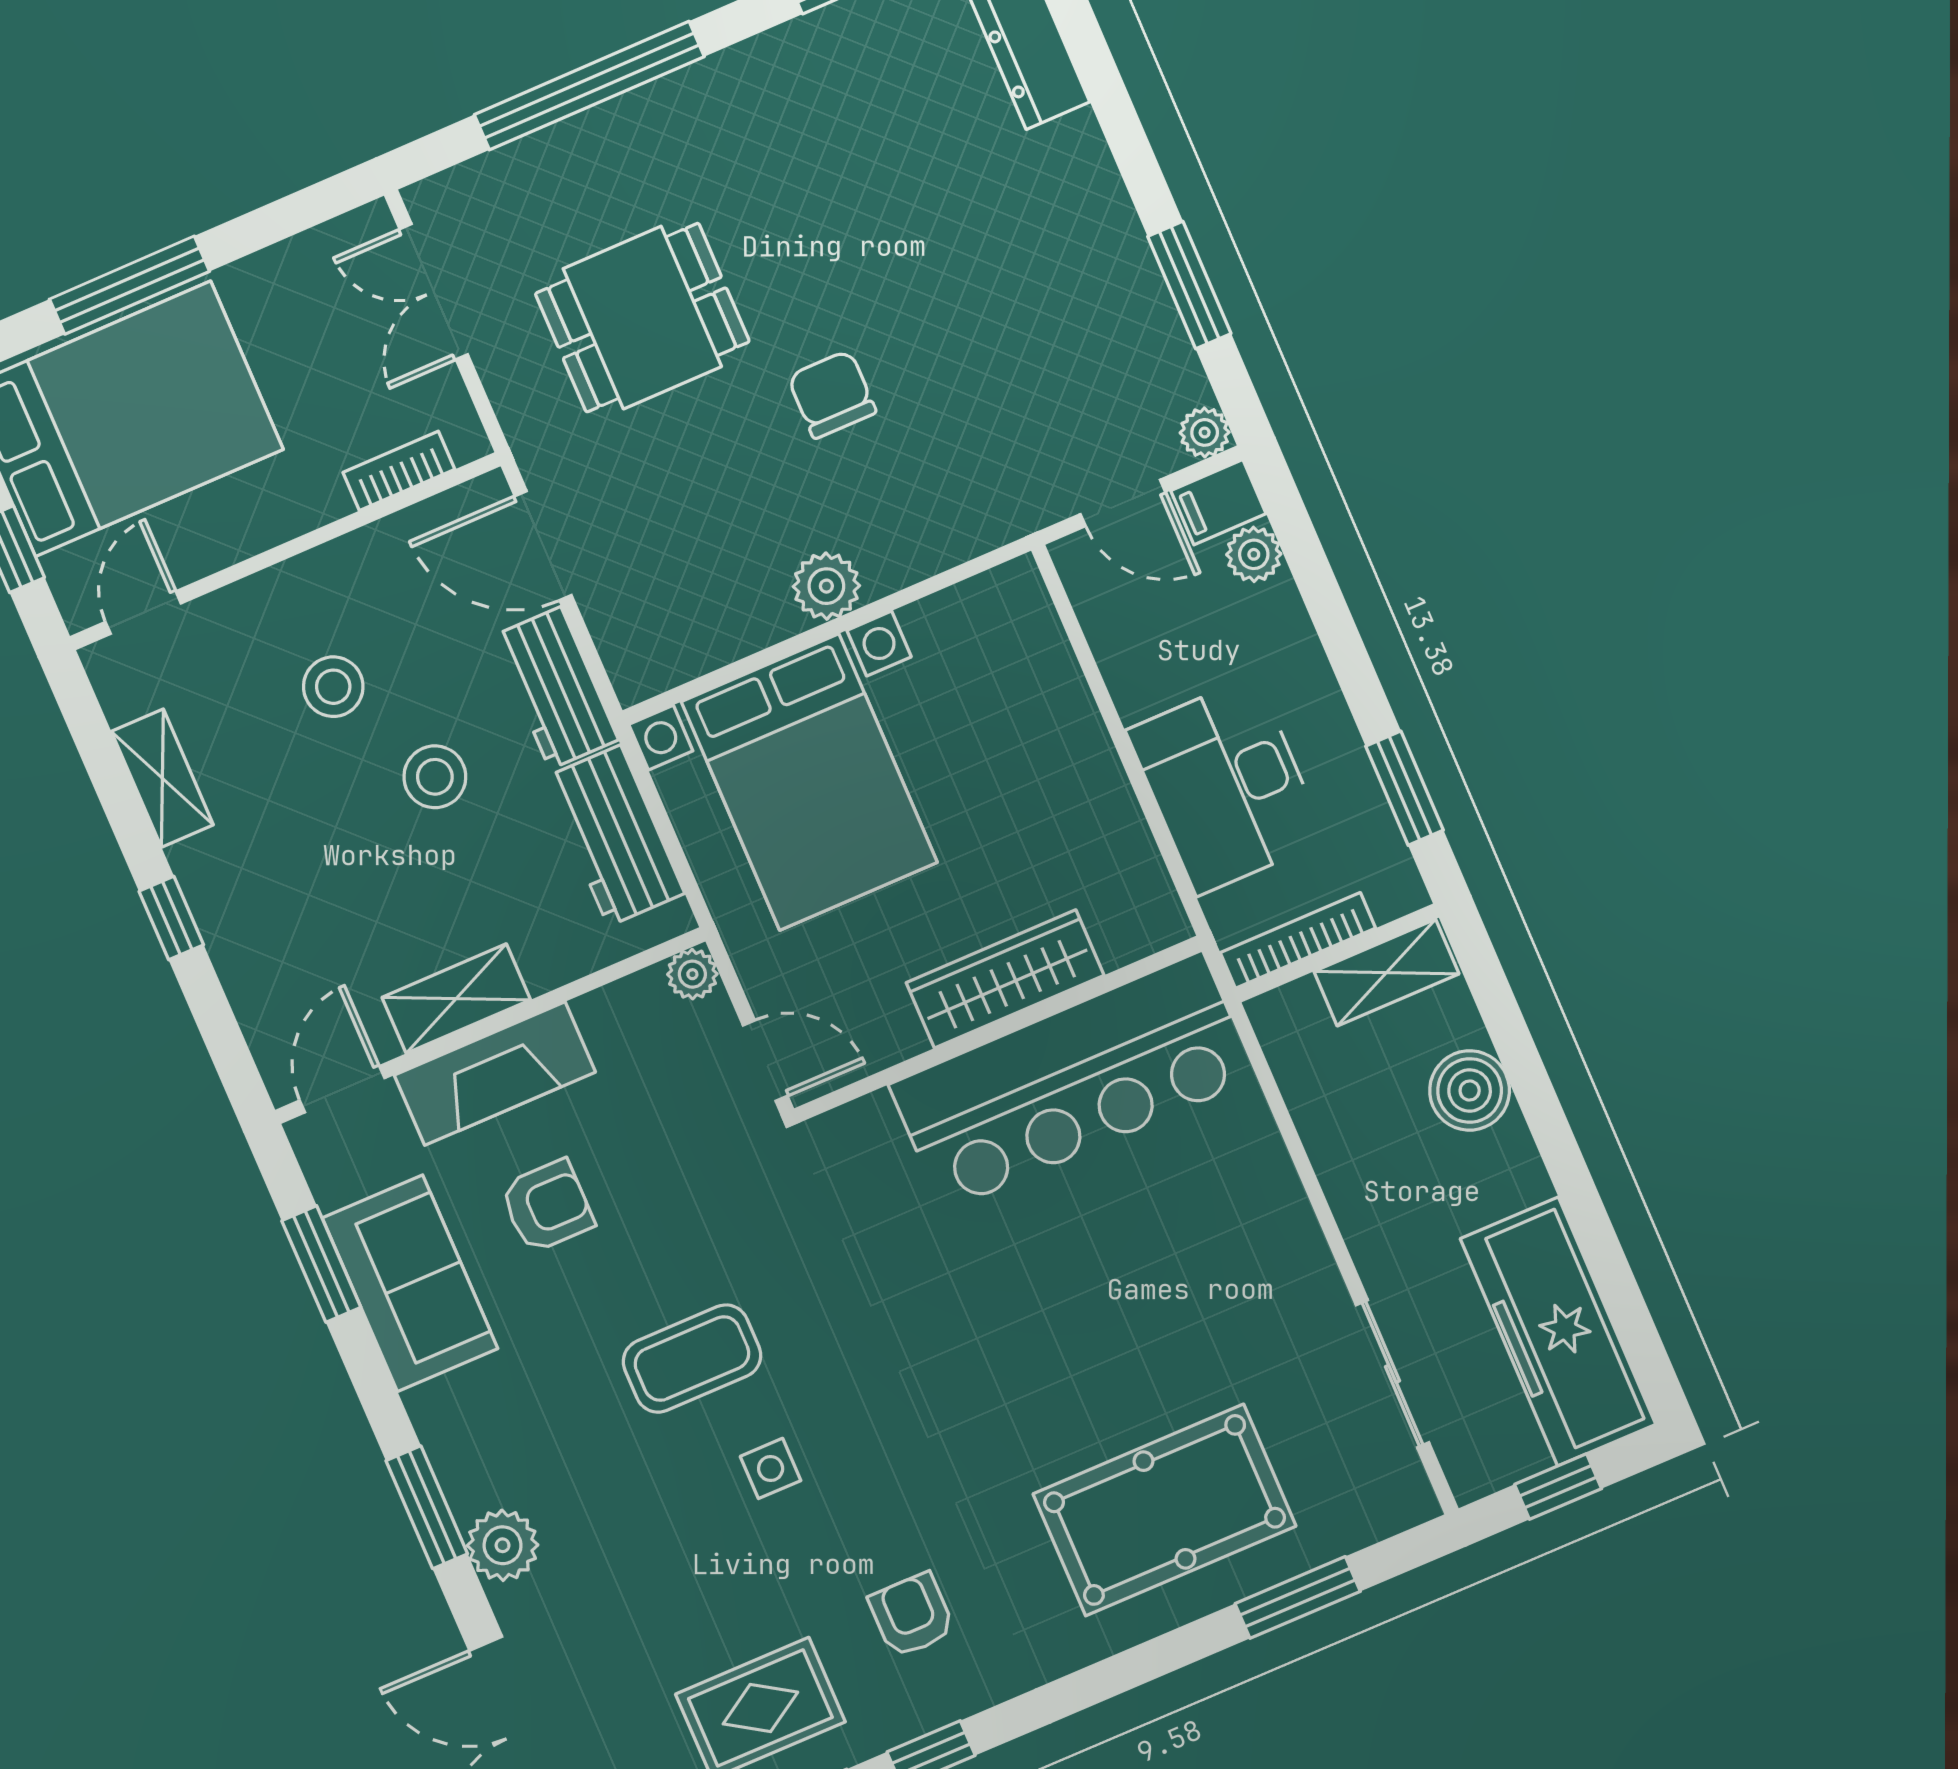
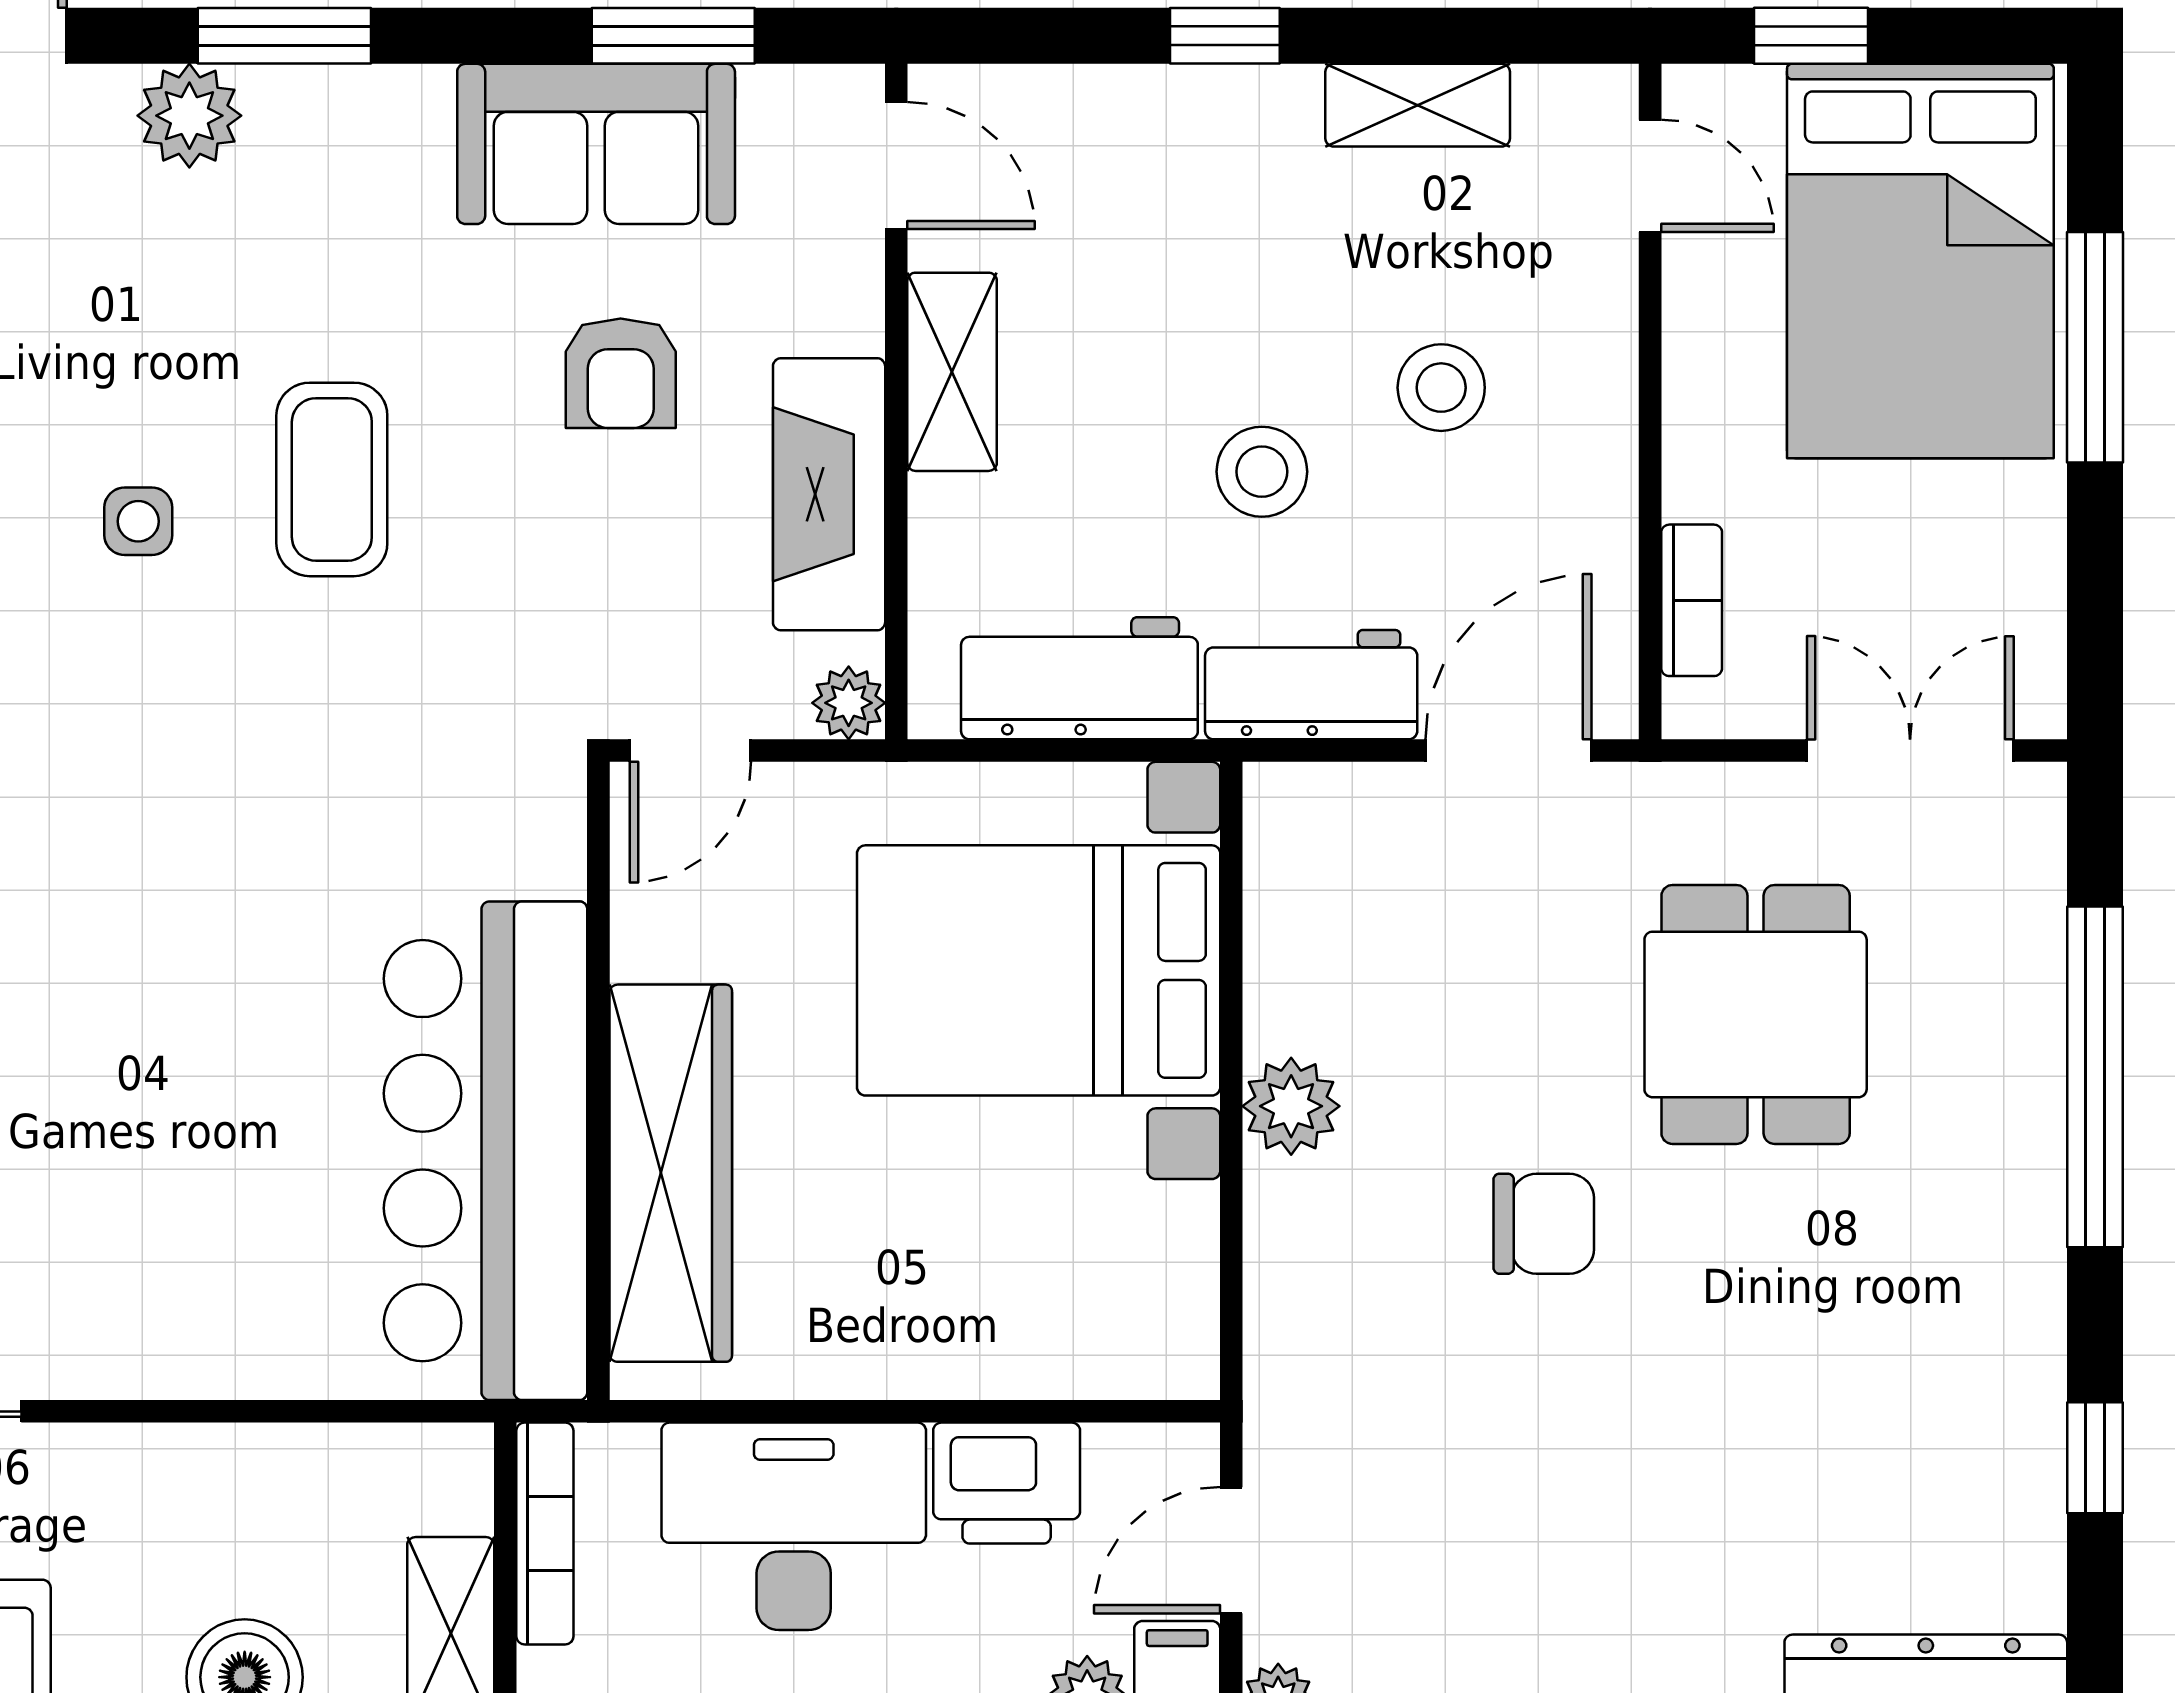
printer: (1141, 663) -> (1007, 1483), added
wardrobe: (1005, 979) -> (671, 1173), width x1.40, depth x1.17
fireplace: (495, 1074) -> (829, 494), moved

